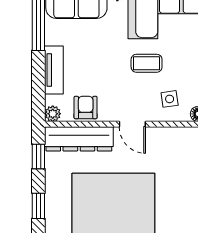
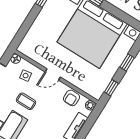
door: (132, 124) -> (53, 74), swing flipped
dresser: (79, 139) -> (85, 84), removed

